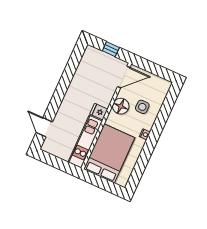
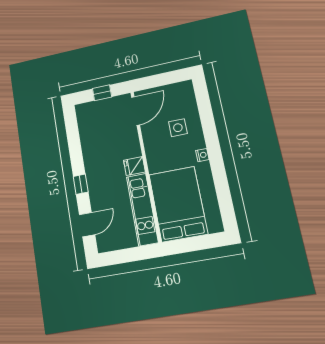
window: (57, 99) -> (81, 184), added
floor lamp: (121, 106) -> (154, 143), removed
door: (44, 127) -> (87, 225), swing flipped

